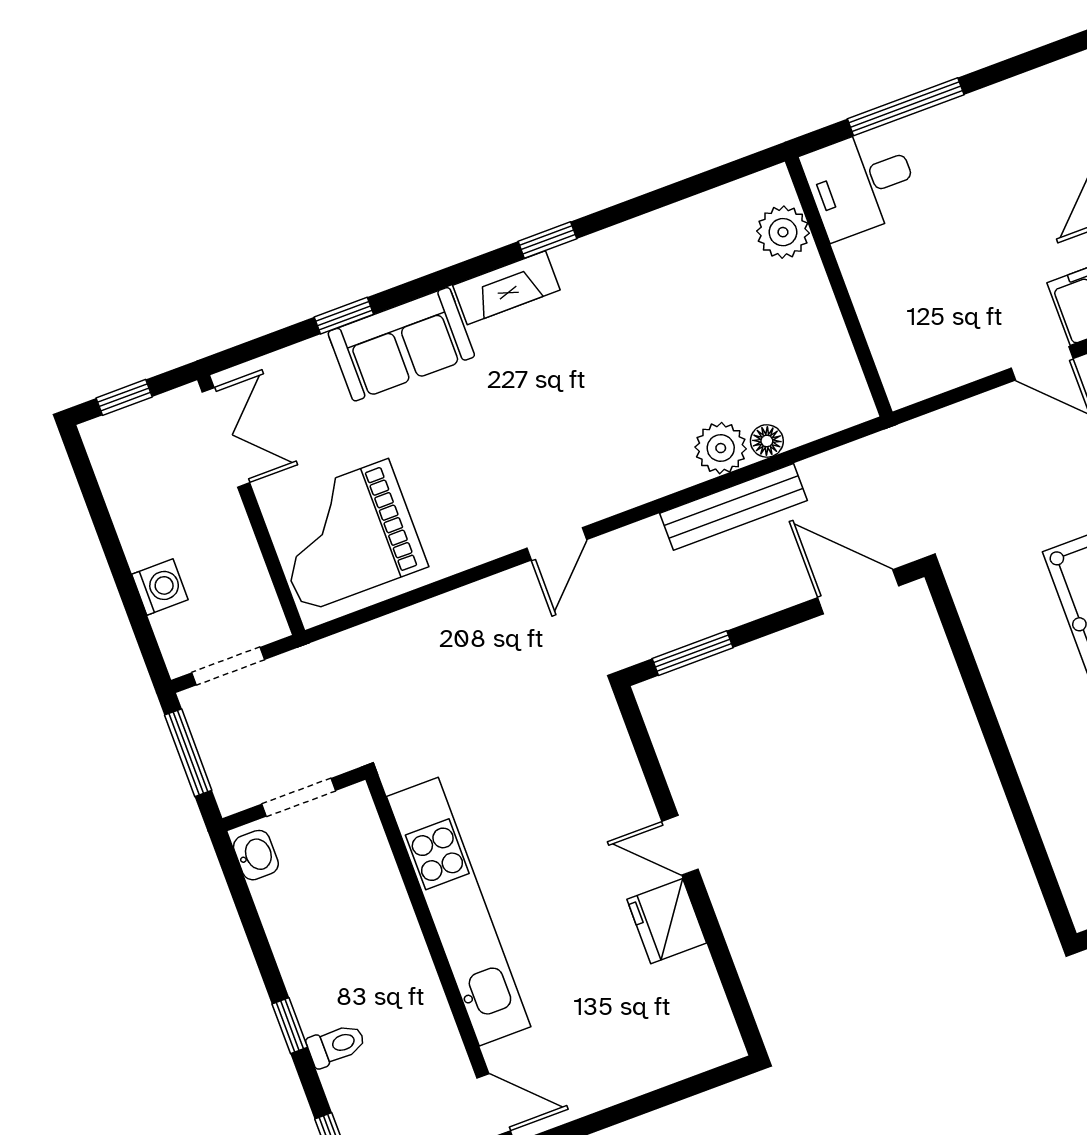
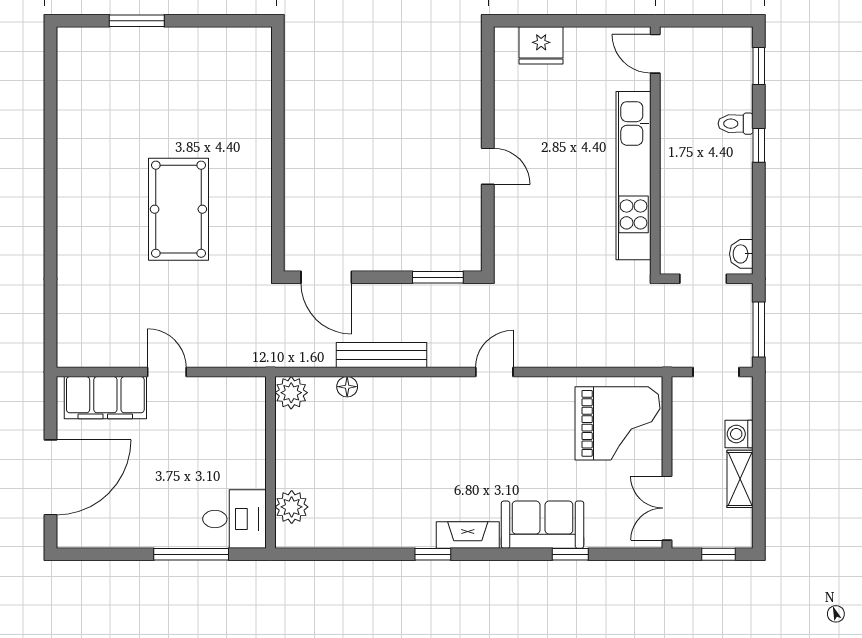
plant: (721, 448) -> (291, 393), moved
shelving: (134, 521) -> (740, 479), added
fridge: (667, 921) -> (541, 45), moved, turned 90

